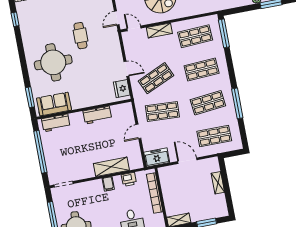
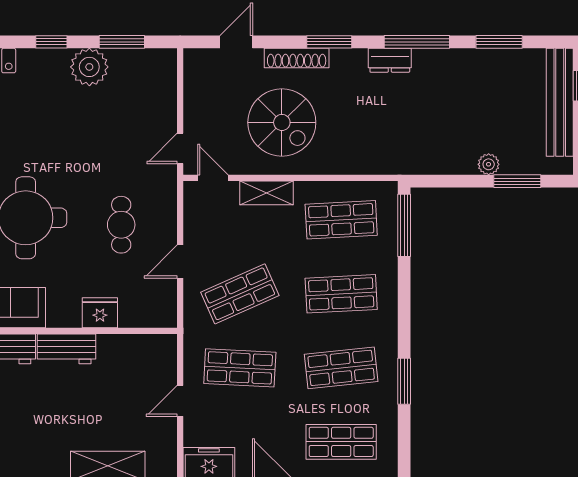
cafe table: (80, 36) -> (121, 225), moved
door: (126, 69) -> (180, 261), swing flipped
fridge: (122, 89) -> (100, 313), moved, turned 90
window: (237, 103) -> (404, 381), width x0.69
workbench: (97, 115) -> (66, 349), moved

